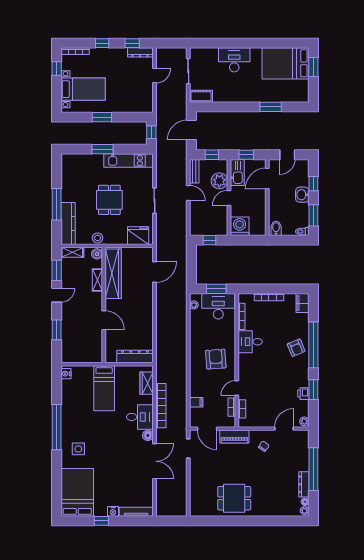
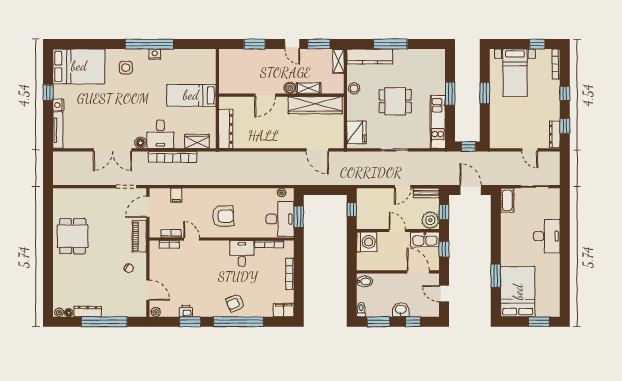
bed: (285, 63) -> (518, 292), moved
plant: (219, 181) -> (430, 220), moved
boiler: (97, 254) -> (290, 88), moved
nightstand: (66, 374) -> (155, 54), moved

